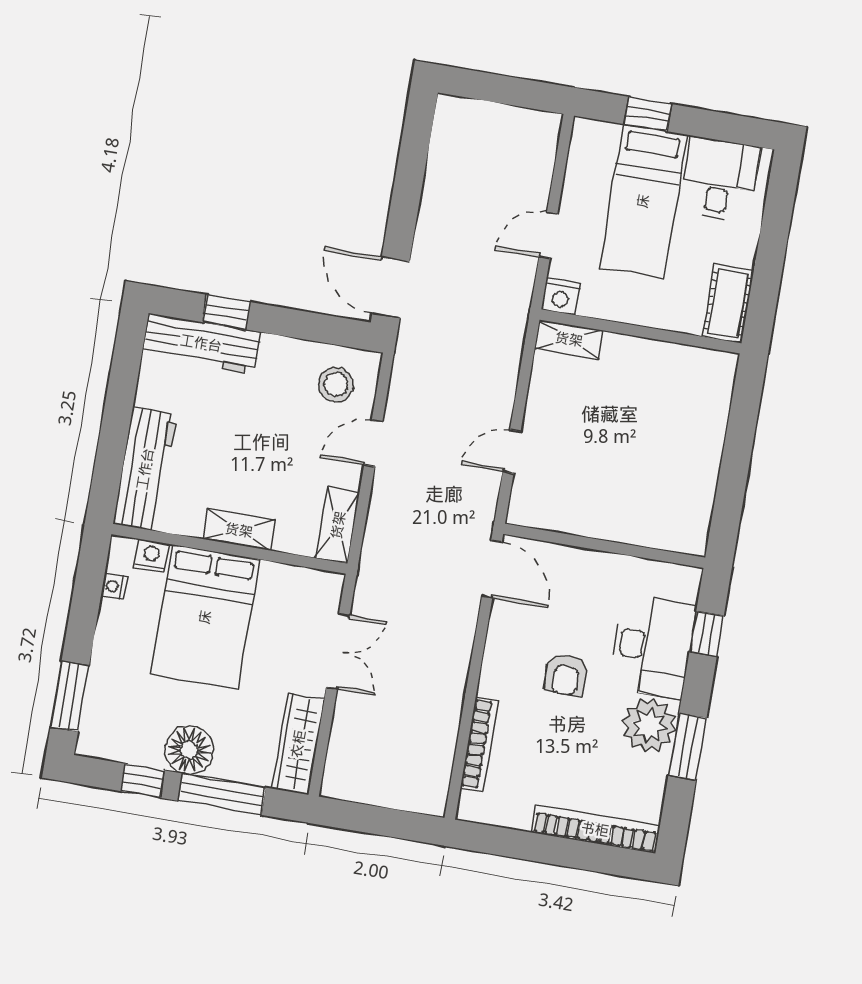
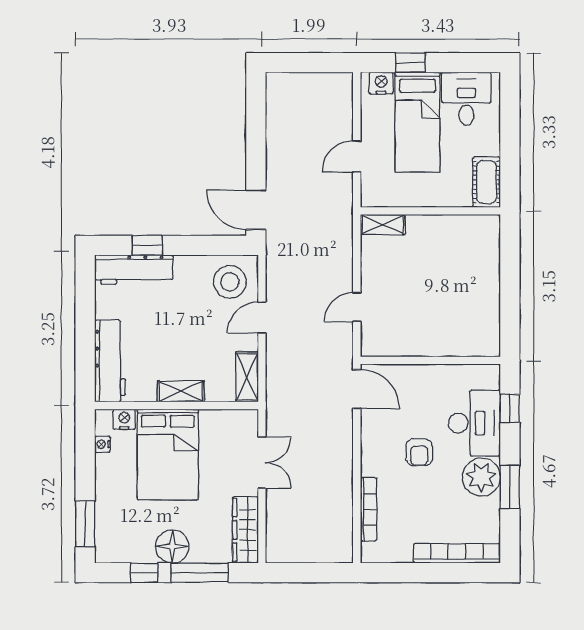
nightstand: (561, 297) -> (381, 83), moved, turned 180
stool: (336, 385) -> (230, 282), width x1.38, depth x1.38

